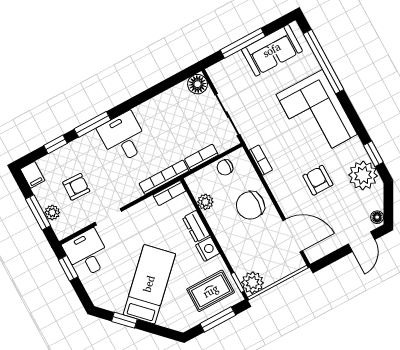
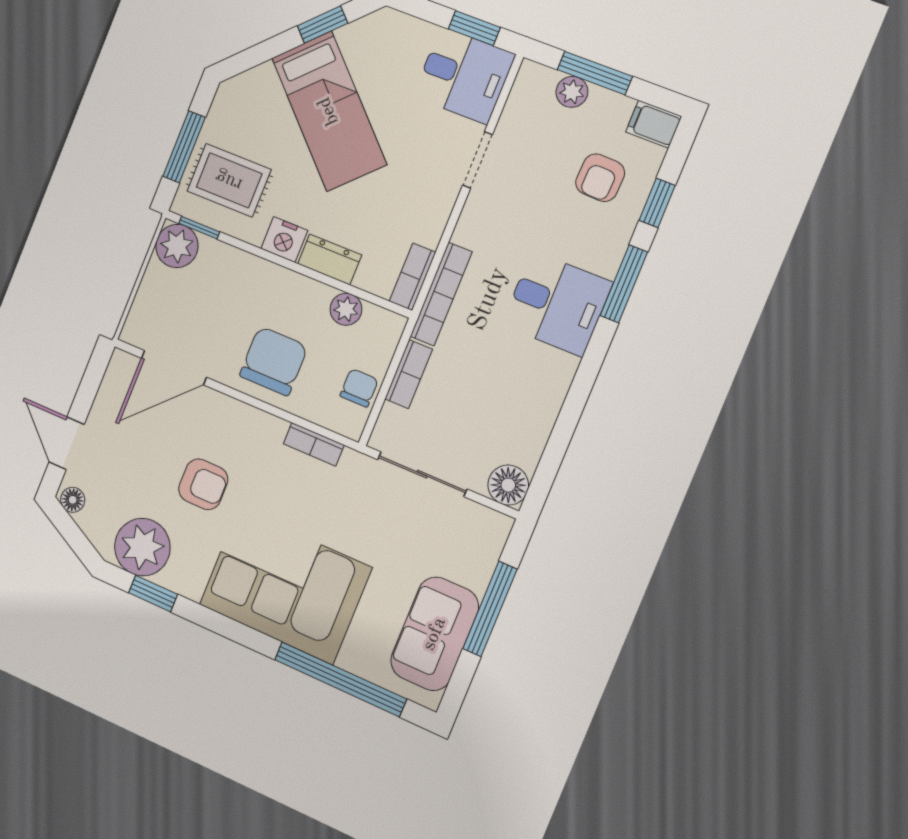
armchair: (76, 187) -> (600, 178), moved
rug: (211, 291) -> (229, 180), turned 90

